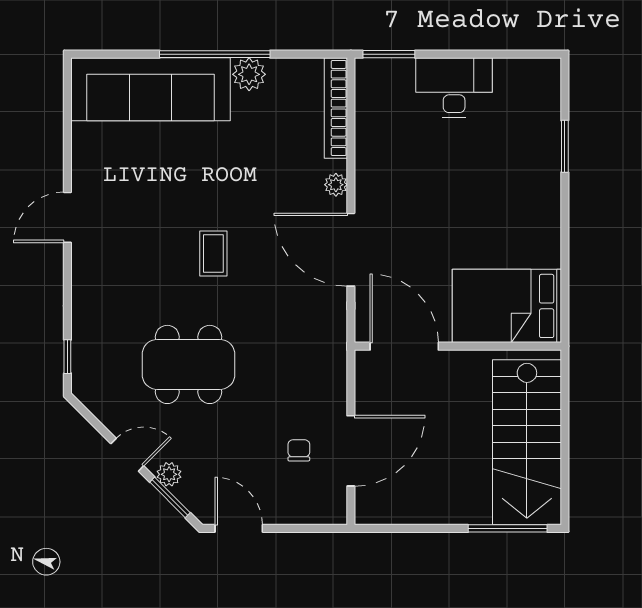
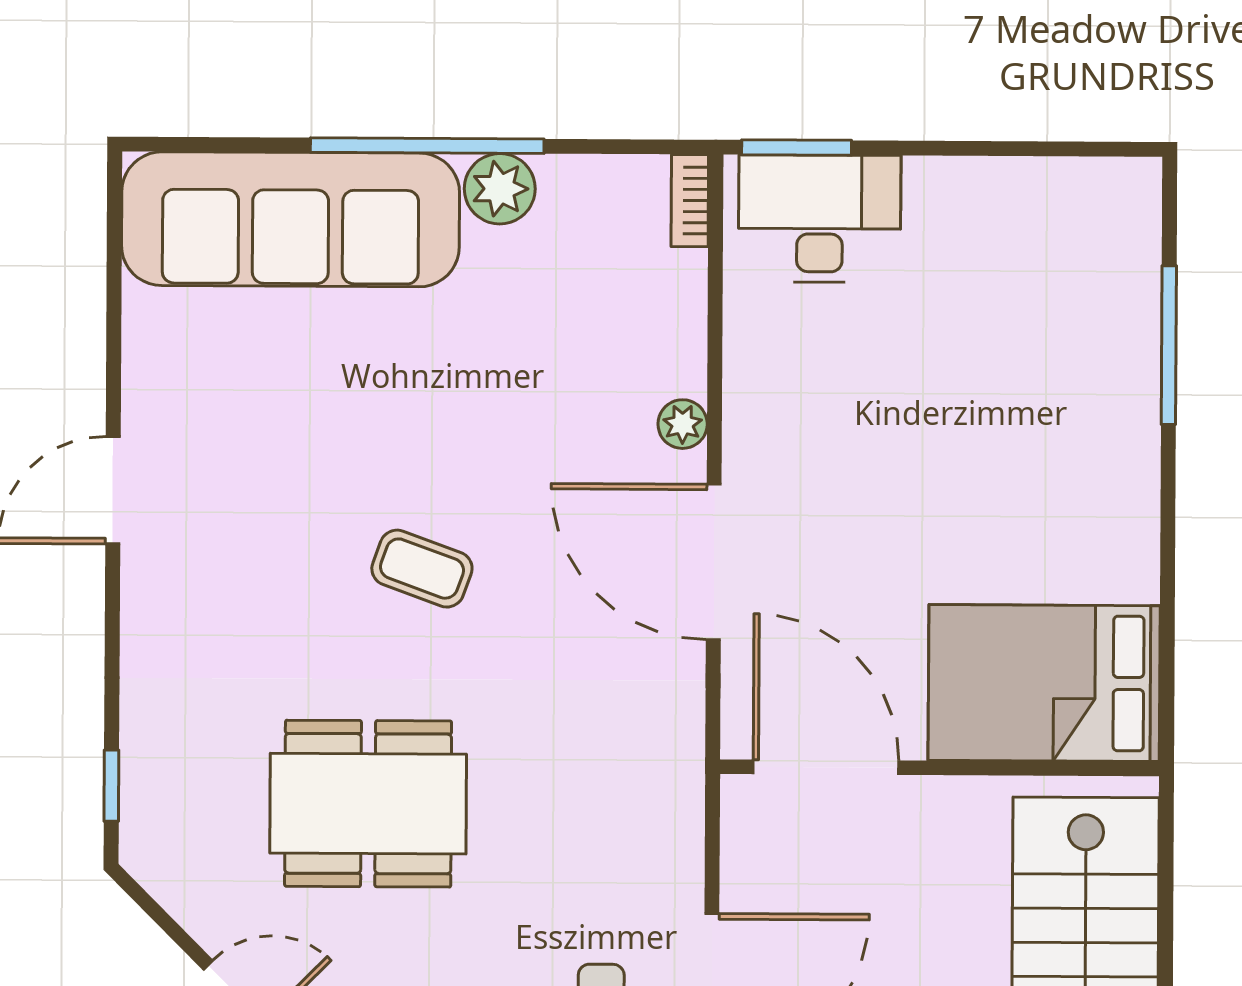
desk: (454, 88) -> (820, 219), moved
bookcase: (336, 108) -> (690, 201), width x0.43, depth x0.76
window: (565, 146) -> (1169, 345), width x1.44
coffee table: (213, 253) -> (422, 569), turned -70

